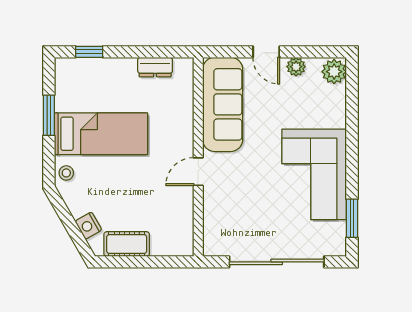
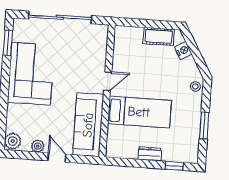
dresser: (155, 67) -> (150, 154), moved
bed: (101, 134) -> (139, 112), moved, turned 180

